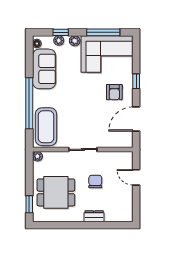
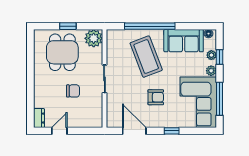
armchair: (114, 92) -> (156, 97), moved, turned 180
coffee table: (46, 127) -> (146, 57), moved, turned 69
plant: (37, 156) -> (94, 38), width x1.88, depth x1.88
door: (136, 177) -> (59, 131), moved
window: (29, 204) -> (68, 26), moved
dresser: (94, 216) -> (39, 118), moved

